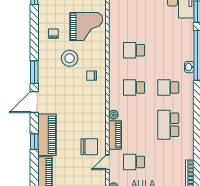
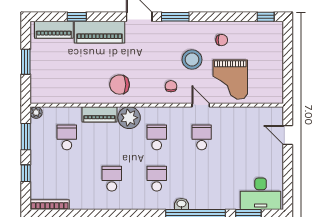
plant: (113, 115) -> (129, 118), width x1.88, depth x1.88
school desk: (168, 125) -> (112, 179), width x0.54
window: (34, 142) -> (77, 17), moved
chair: (89, 147) -> (120, 85), moved, turned 90
door: (107, 162) -> (201, 105), moved

